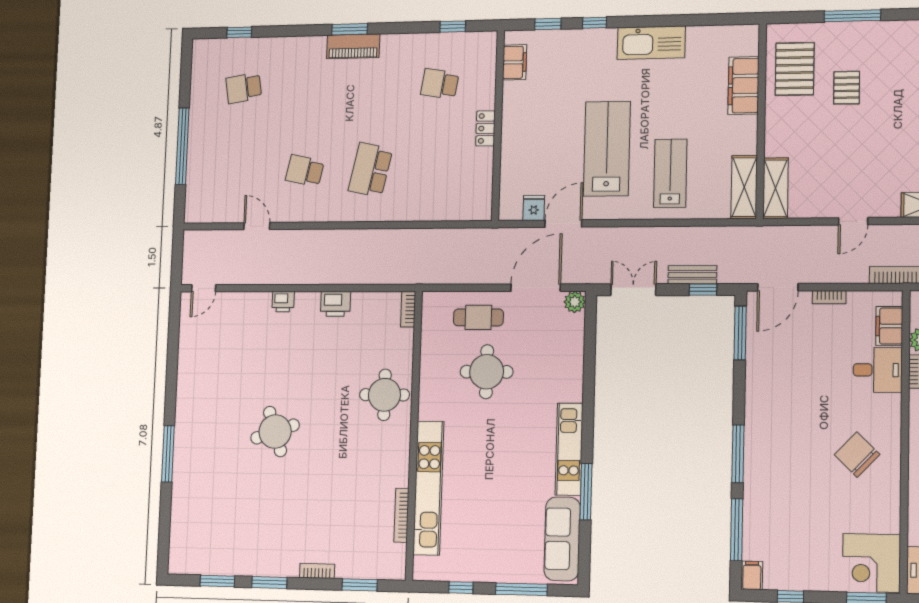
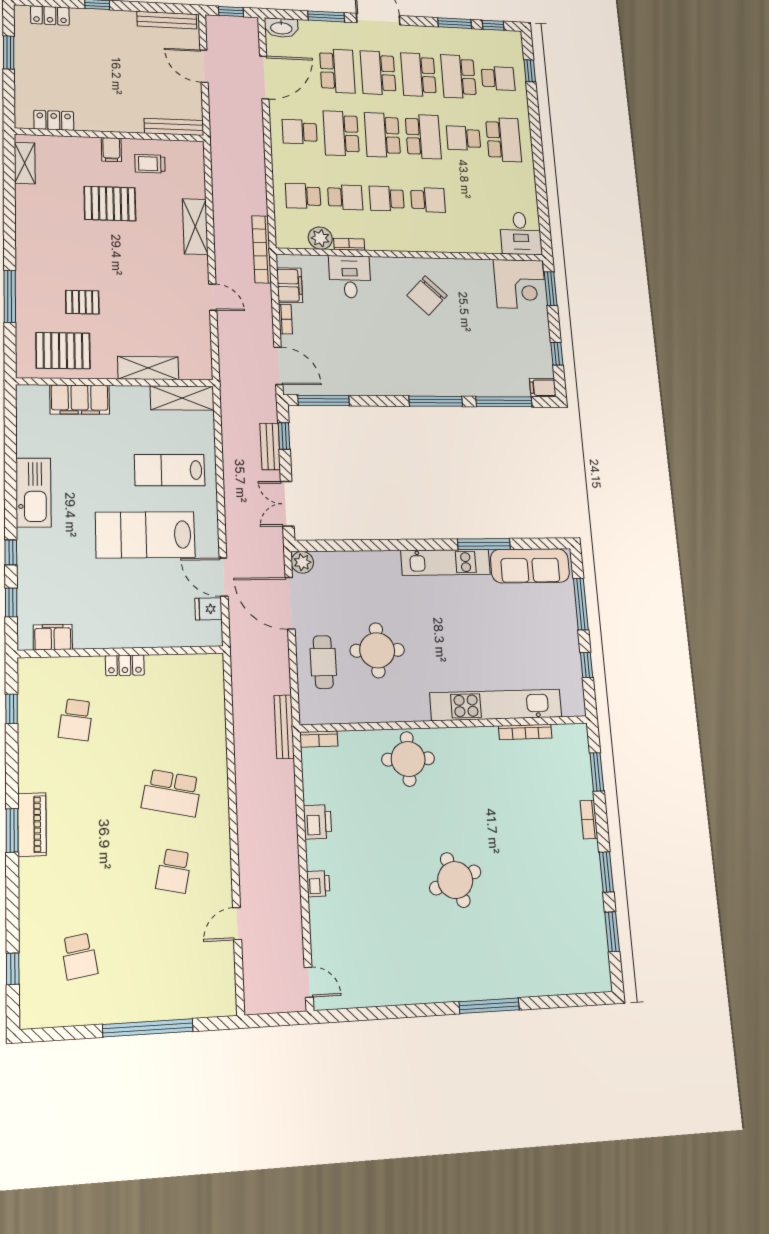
shelving: (776, 188) -> (148, 368), moved
bench: (421, 276) -> (284, 727), added
filing cabinet: (889, 326) -> (290, 285), moved, turned -90

